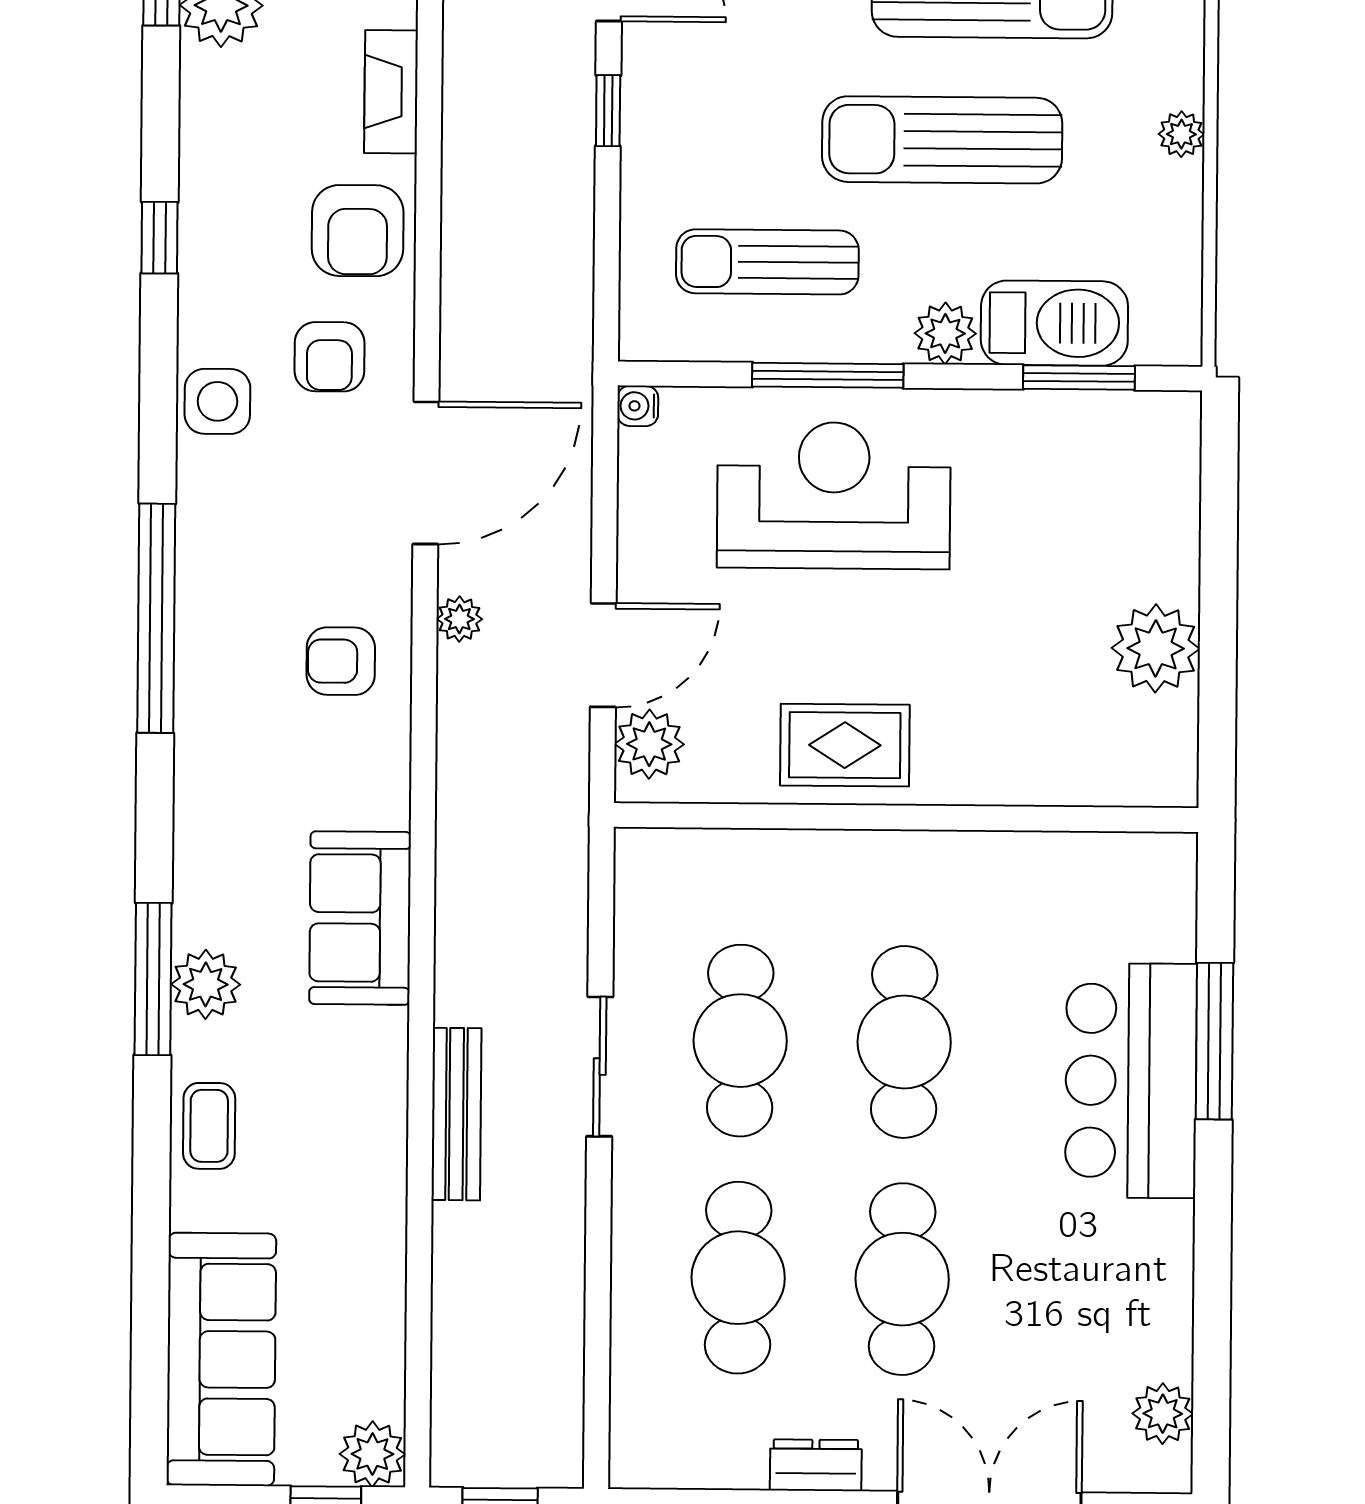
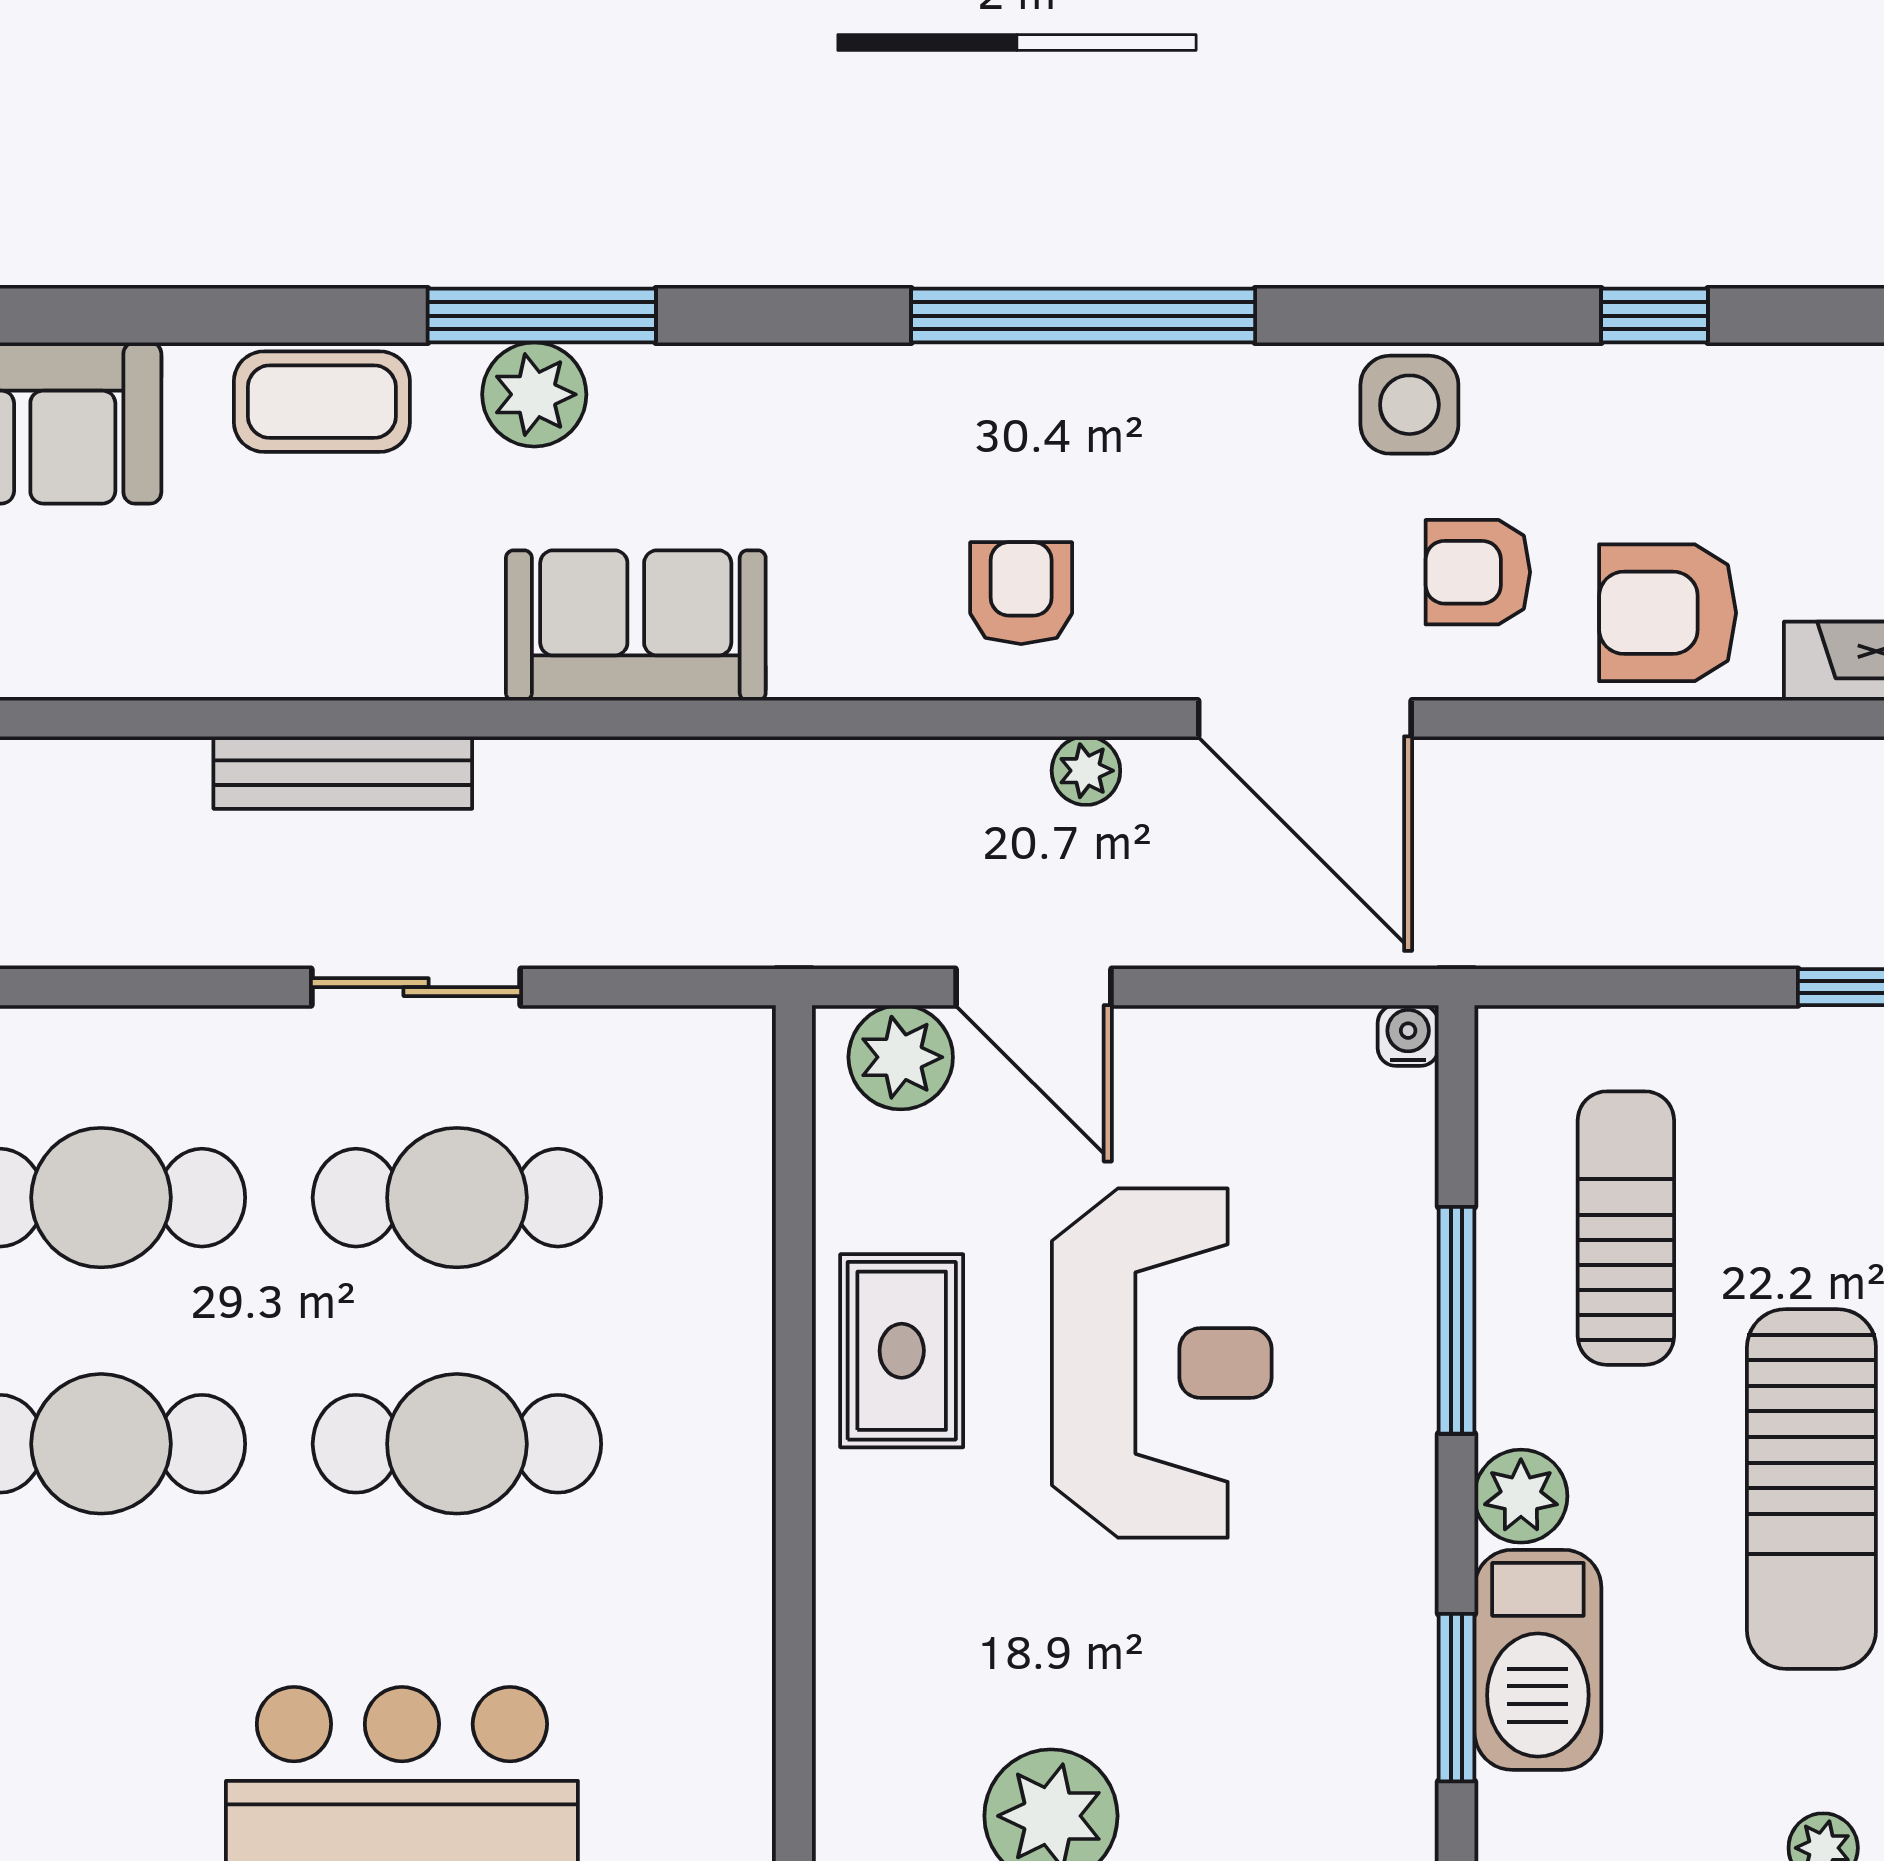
sun lounger: (942, 140) -> (1811, 1489), turned 180
reception desk: (834, 496) -> (1162, 1363), moved
coffee table: (209, 1126) -> (322, 402), width x1.36, depth x1.30

